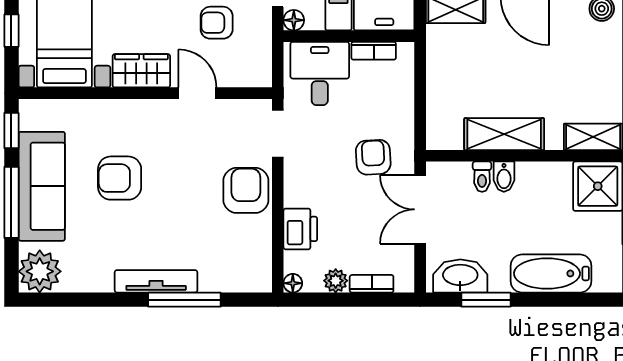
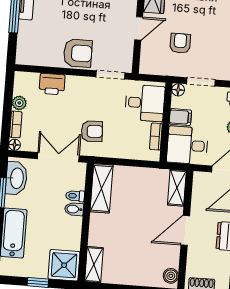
shelving: (504, 134) -> (102, 188), moved
floor lamp: (293, 283) -> (15, 145), moved

